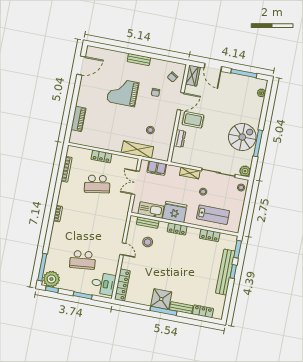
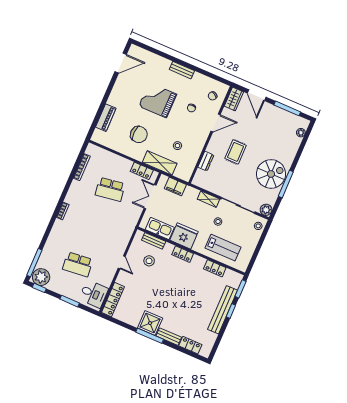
rug: (193, 120) -> (236, 152), moved, turned 90
chair: (112, 128) -> (139, 134), added
locker: (101, 156) -> (142, 171), moved

